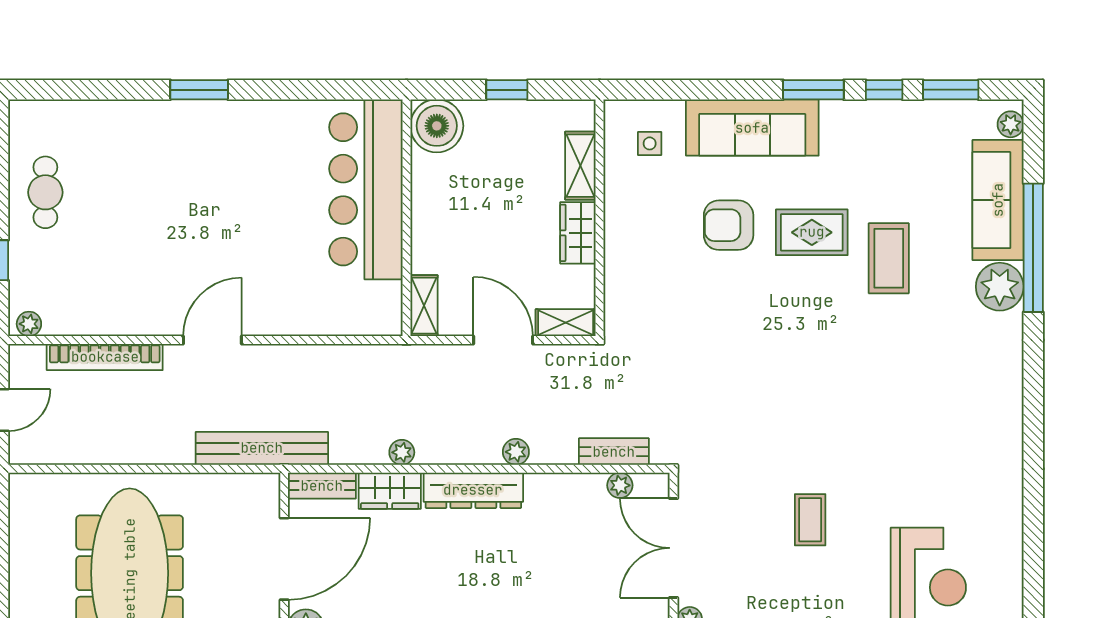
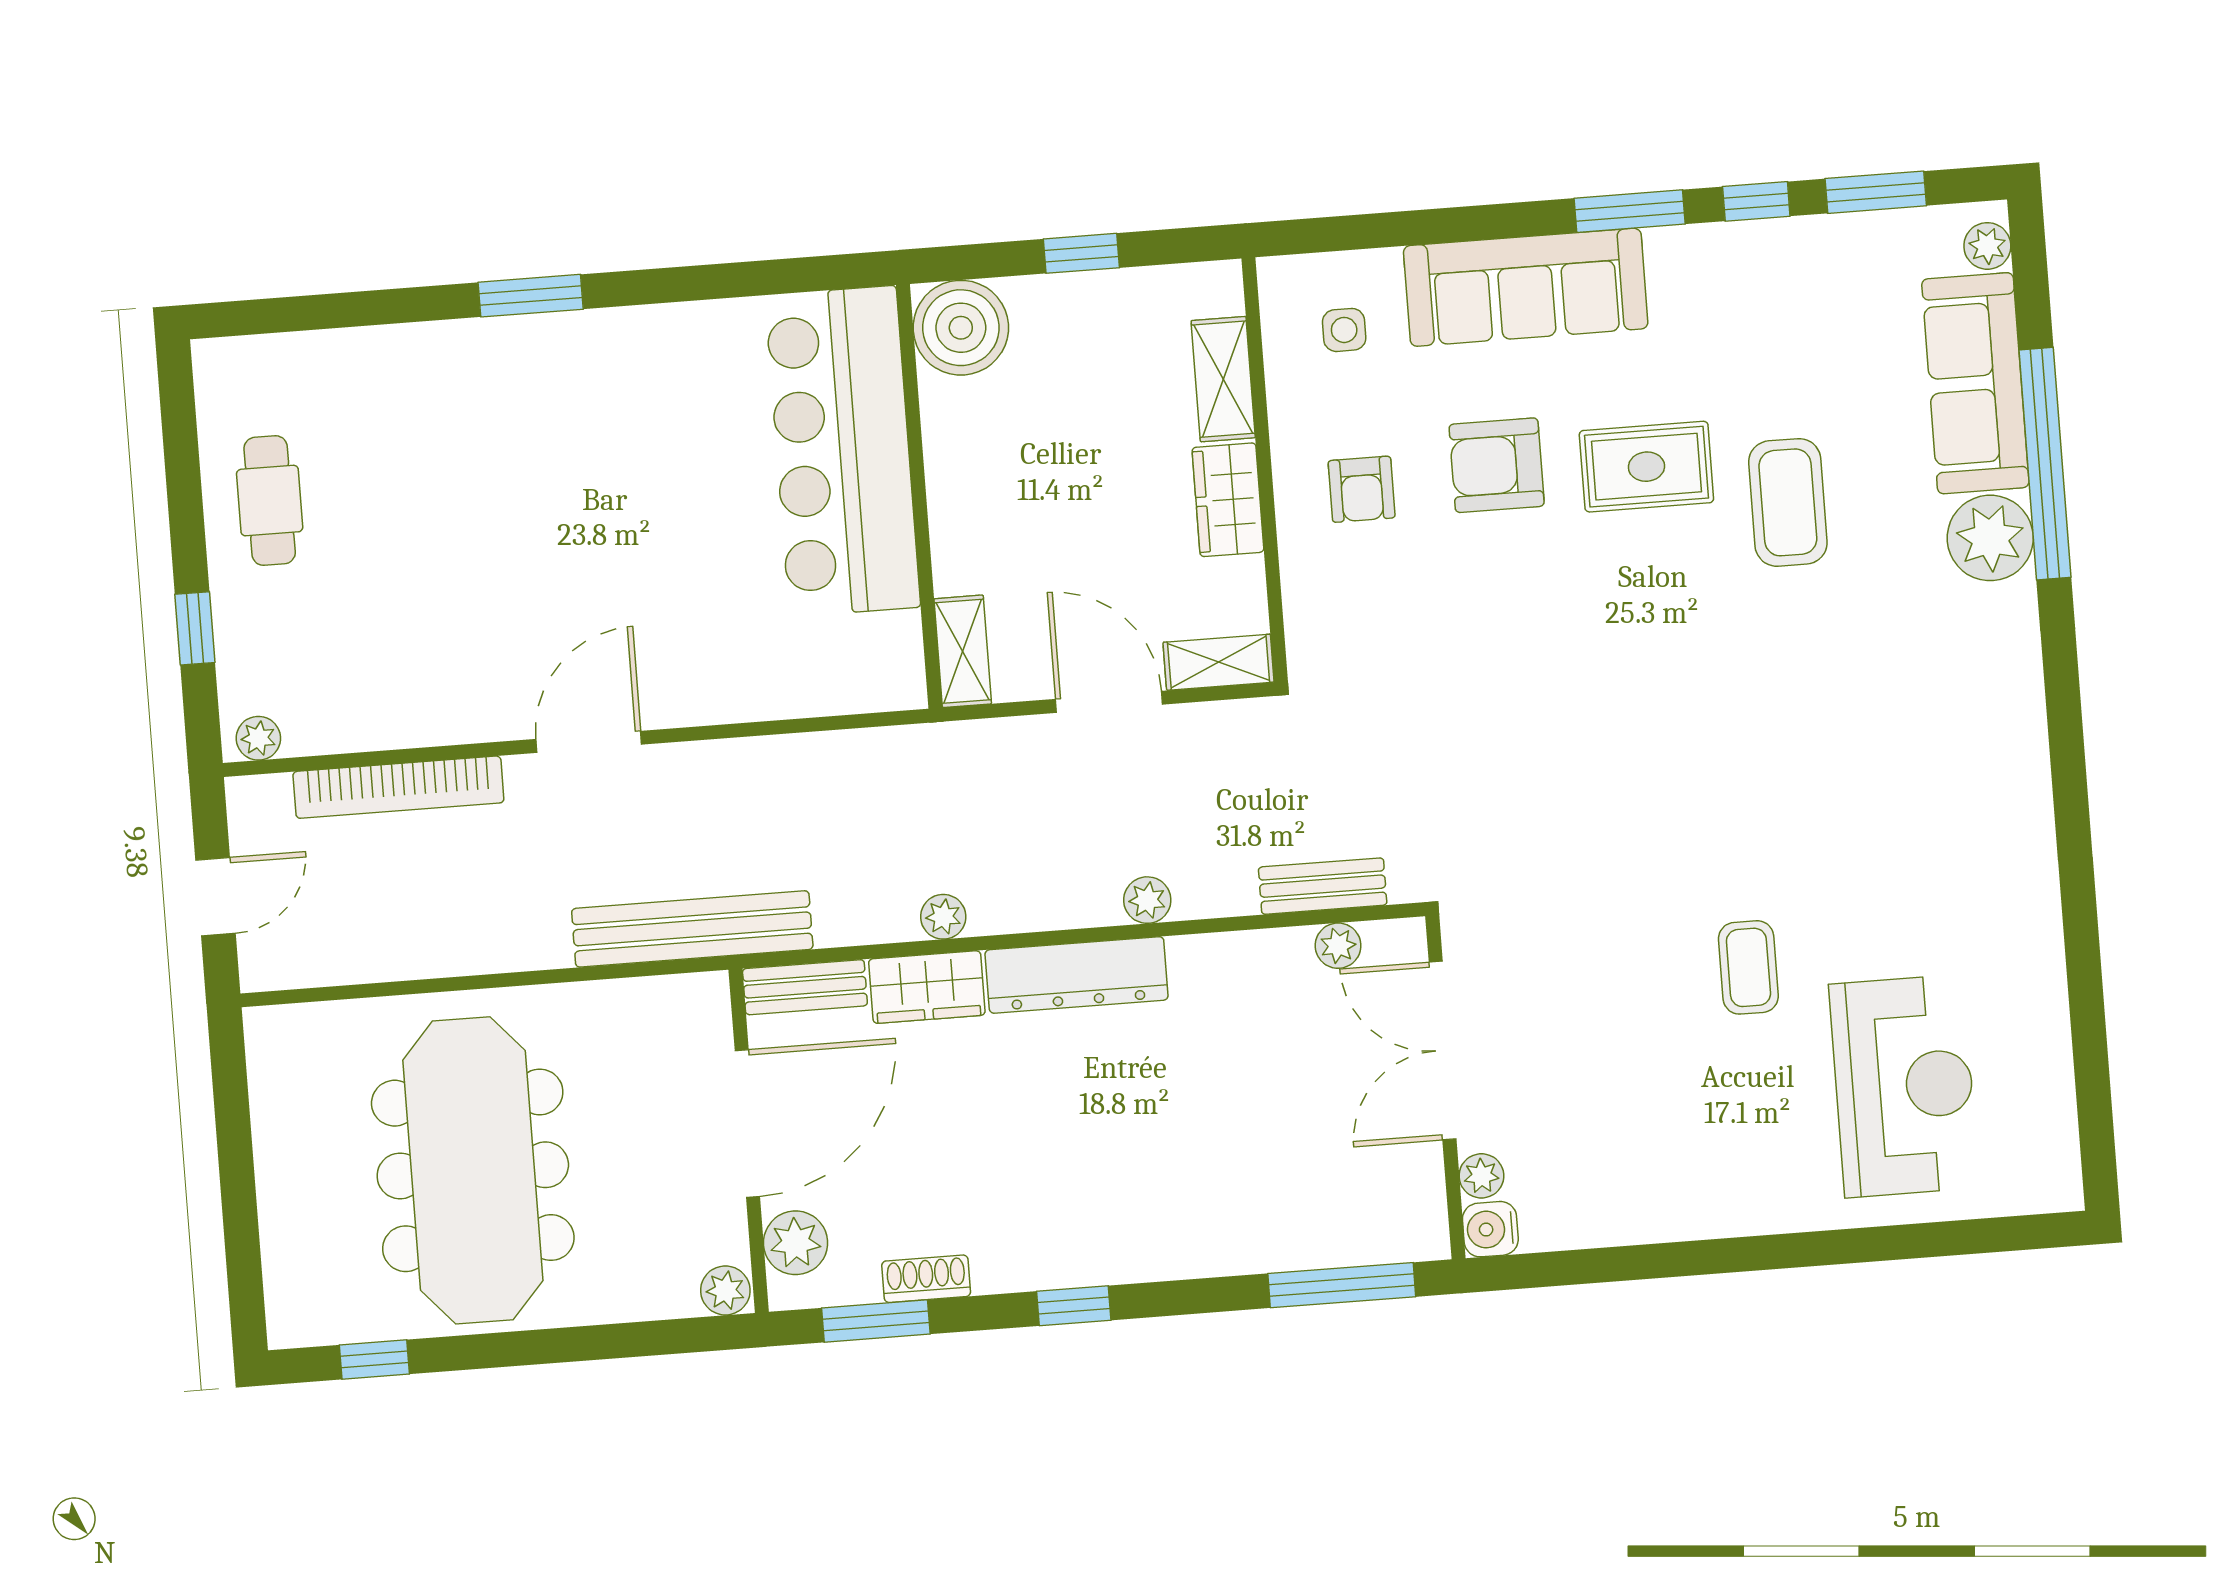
armchair: (652, 233) -> (1362, 489), added
coffee table: (810, 520) -> (1748, 967), moved

